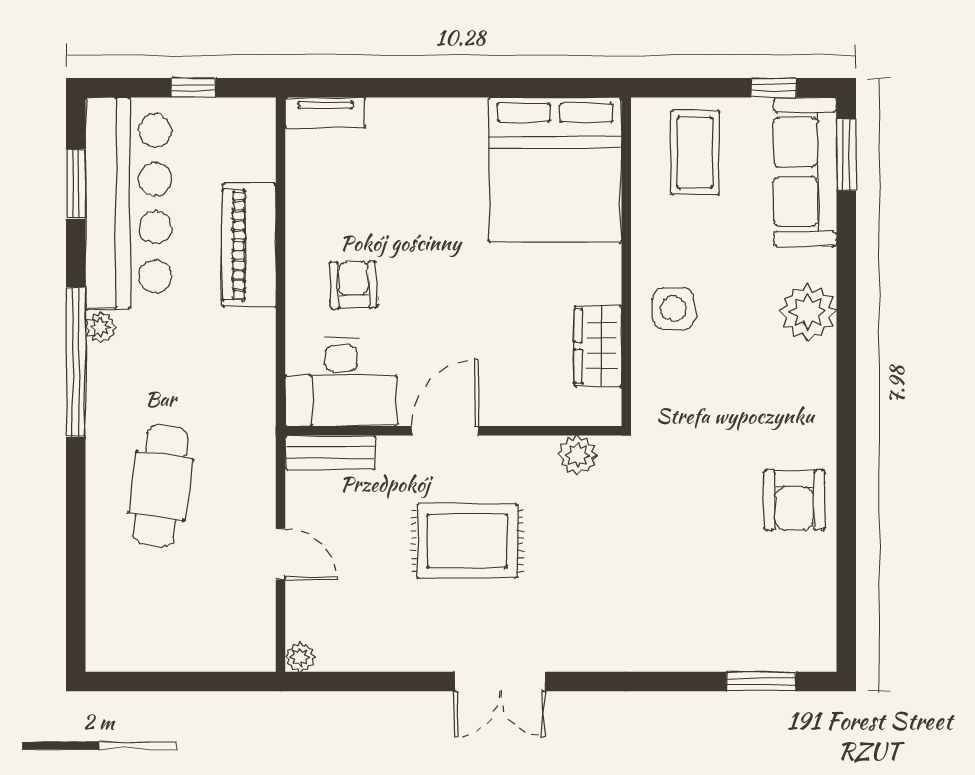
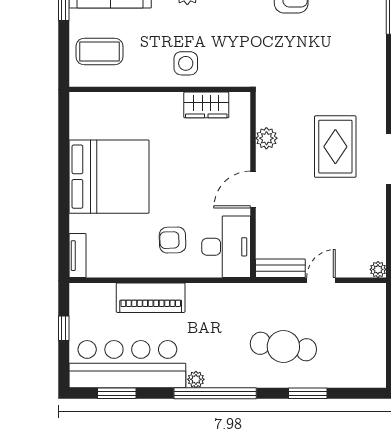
bed: (555, 170) -> (109, 177), moved
door: (445, 431) -> (253, 189), hinge flipped
bench: (330, 453) -> (280, 268), moved, turned 90
plant: (577, 455) -> (266, 138), moved
window: (76, 530) -> (308, 393), added
rug: (467, 541) -> (335, 147), moved

